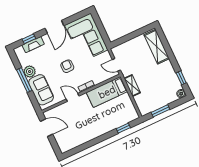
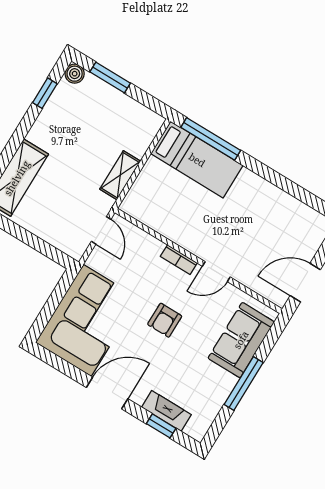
plant: (30, 72) -> (221, 384), removed
bed: (107, 92) -> (197, 160), moved
door: (73, 97) -> (216, 272), hinge flipped
window: (160, 111) -> (110, 78), moved
door: (47, 128) -> (305, 283), hinge flipped
window: (123, 128) -> (211, 139), width x2.17

